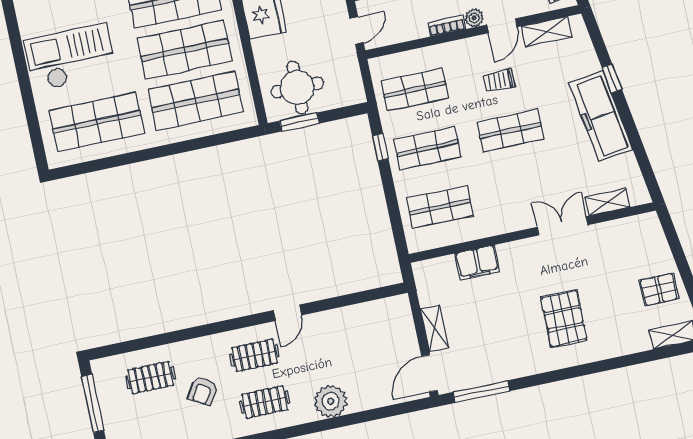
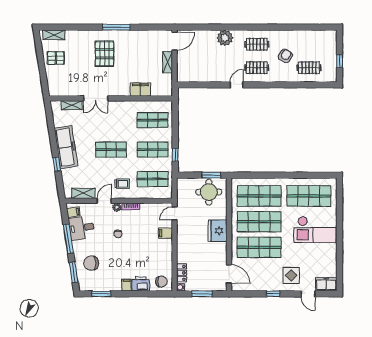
trolley: (499, 81) -> (122, 184), moved
window: (482, 392) -> (116, 27), moved
window: (93, 403) -> (339, 61), width x0.46

